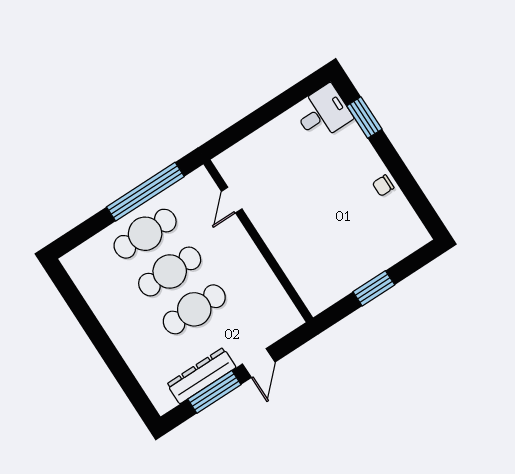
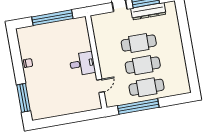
desk: (323, 113) -> (82, 64), moved, turned 180
window: (364, 118) -> (24, 98), width x1.44
window: (374, 288) -> (52, 18), width x2.11

